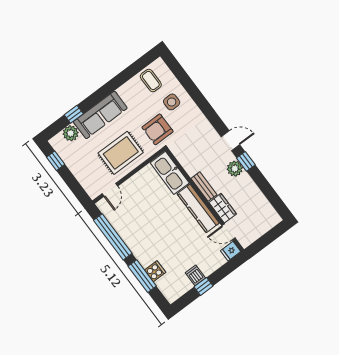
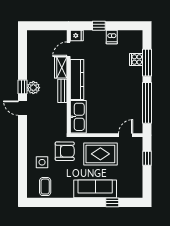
plant: (71, 133) -> (124, 191), removed
window: (56, 161) -> (147, 158), moved
door: (228, 232) -> (69, 49), swing flipped
window: (204, 286) -> (99, 26), moved

